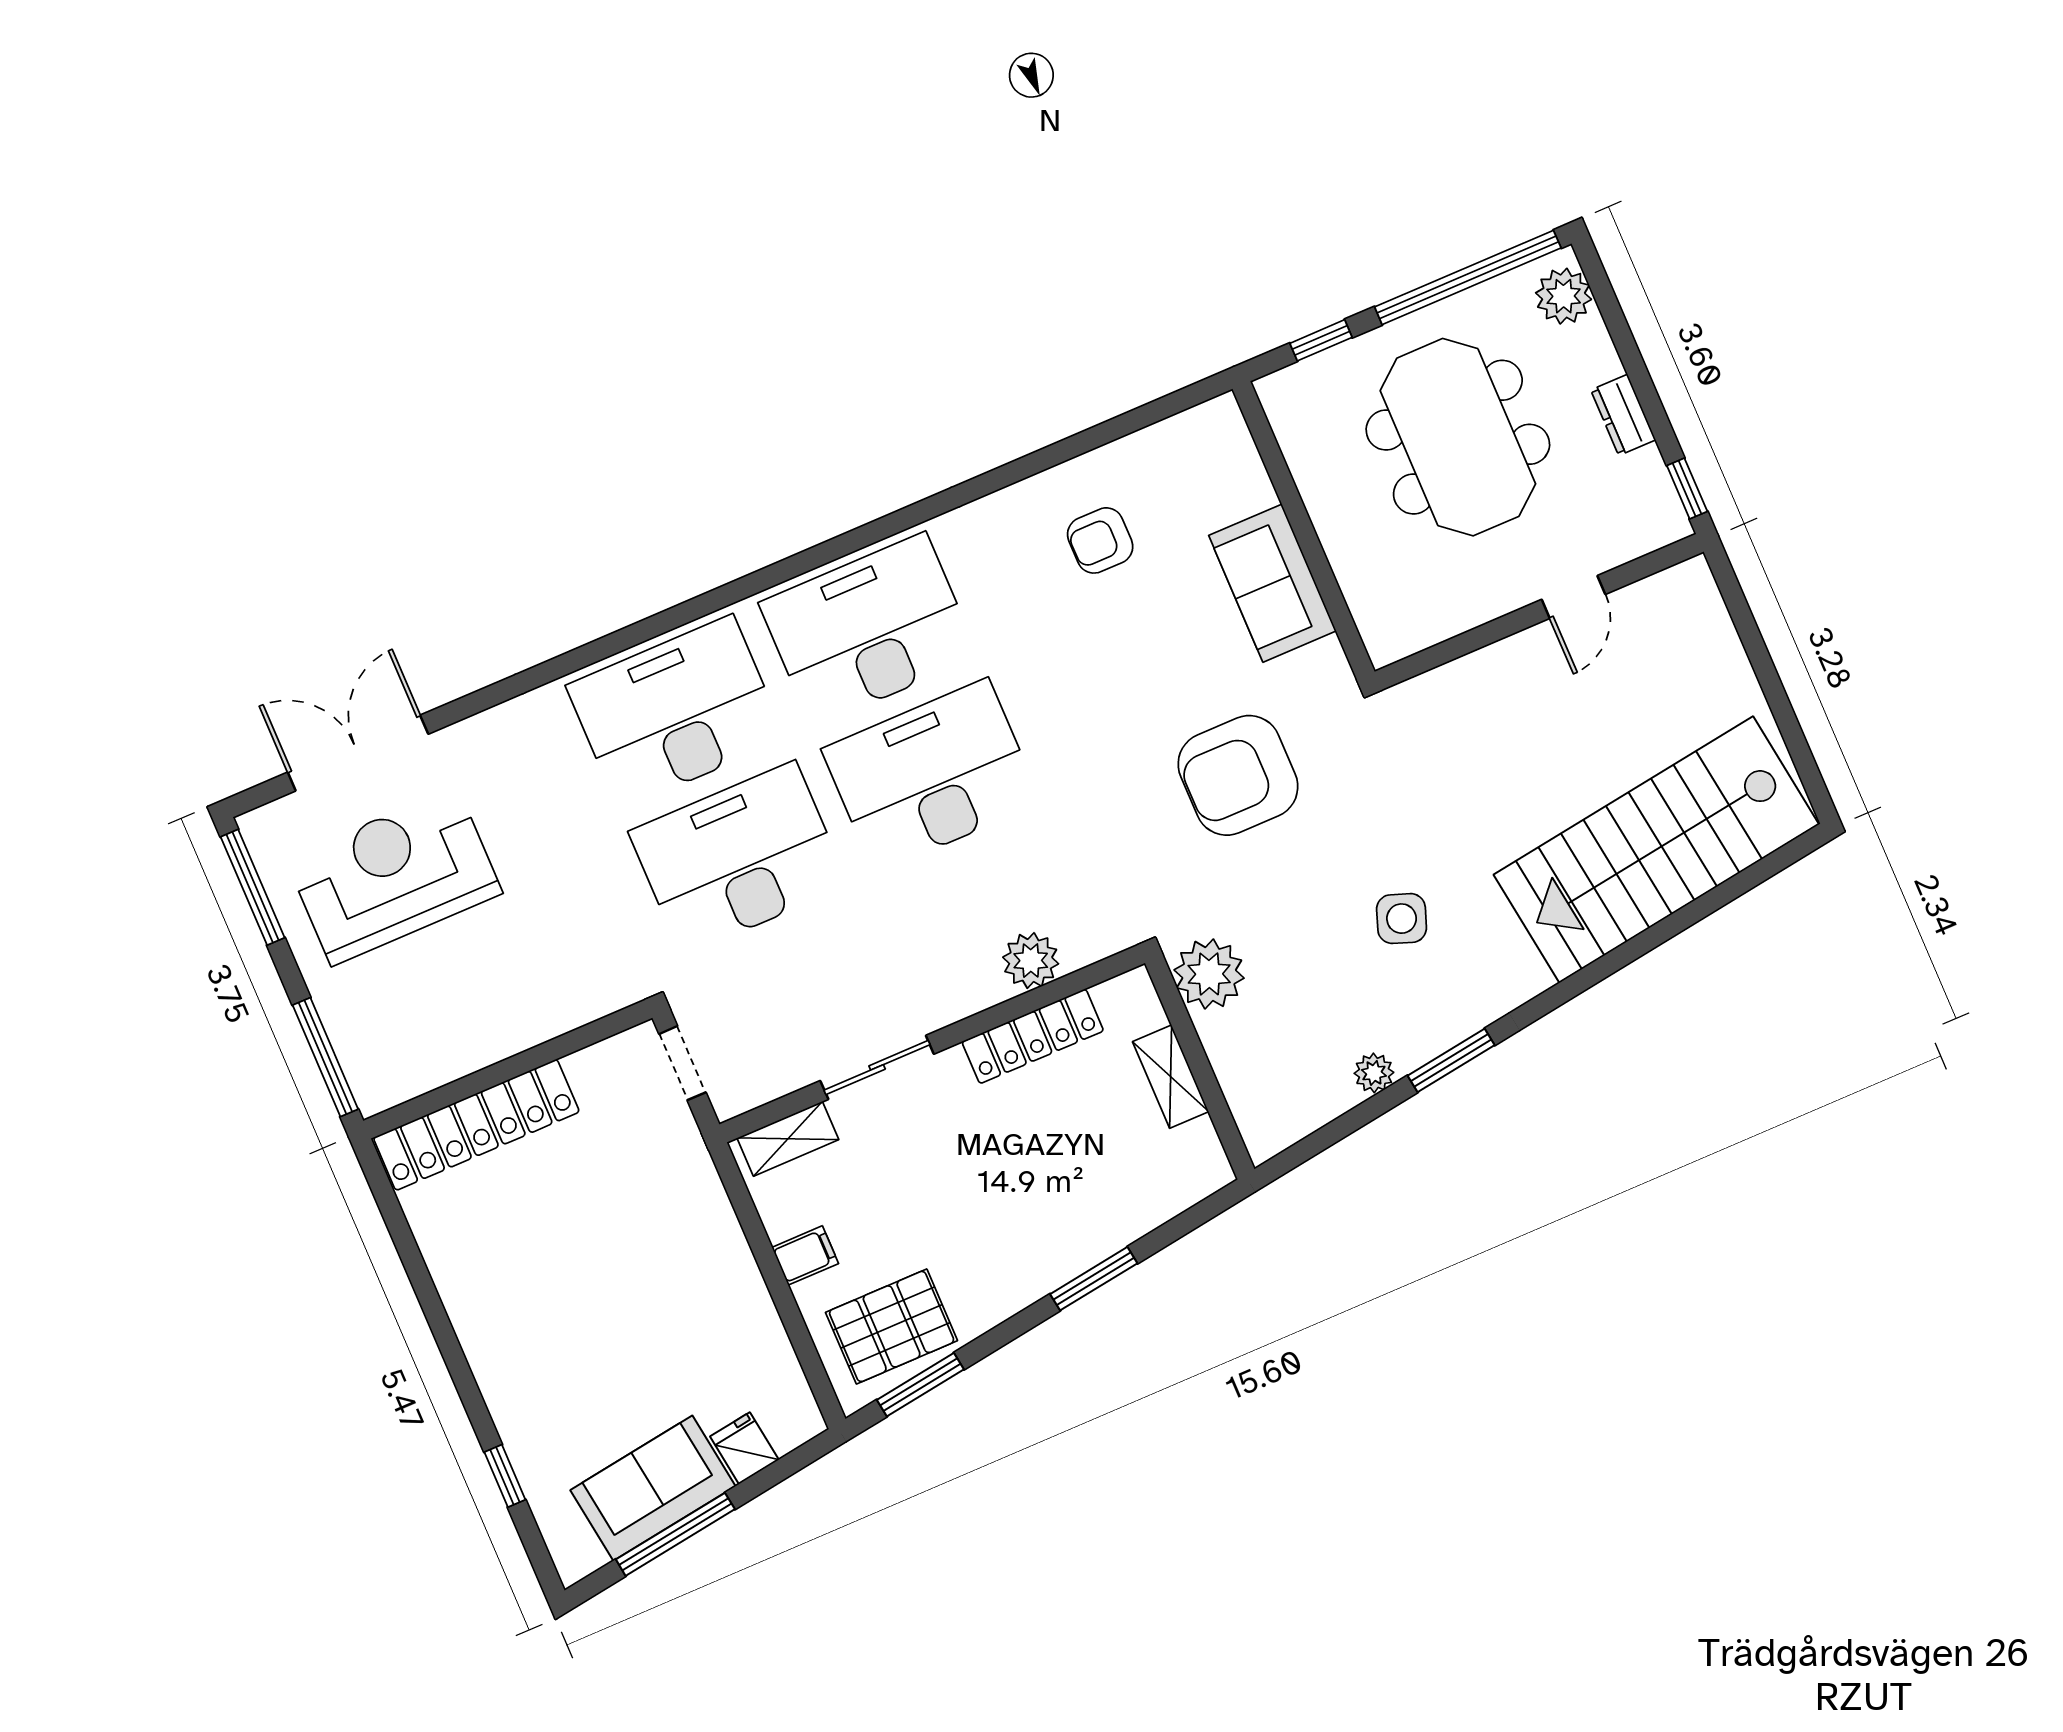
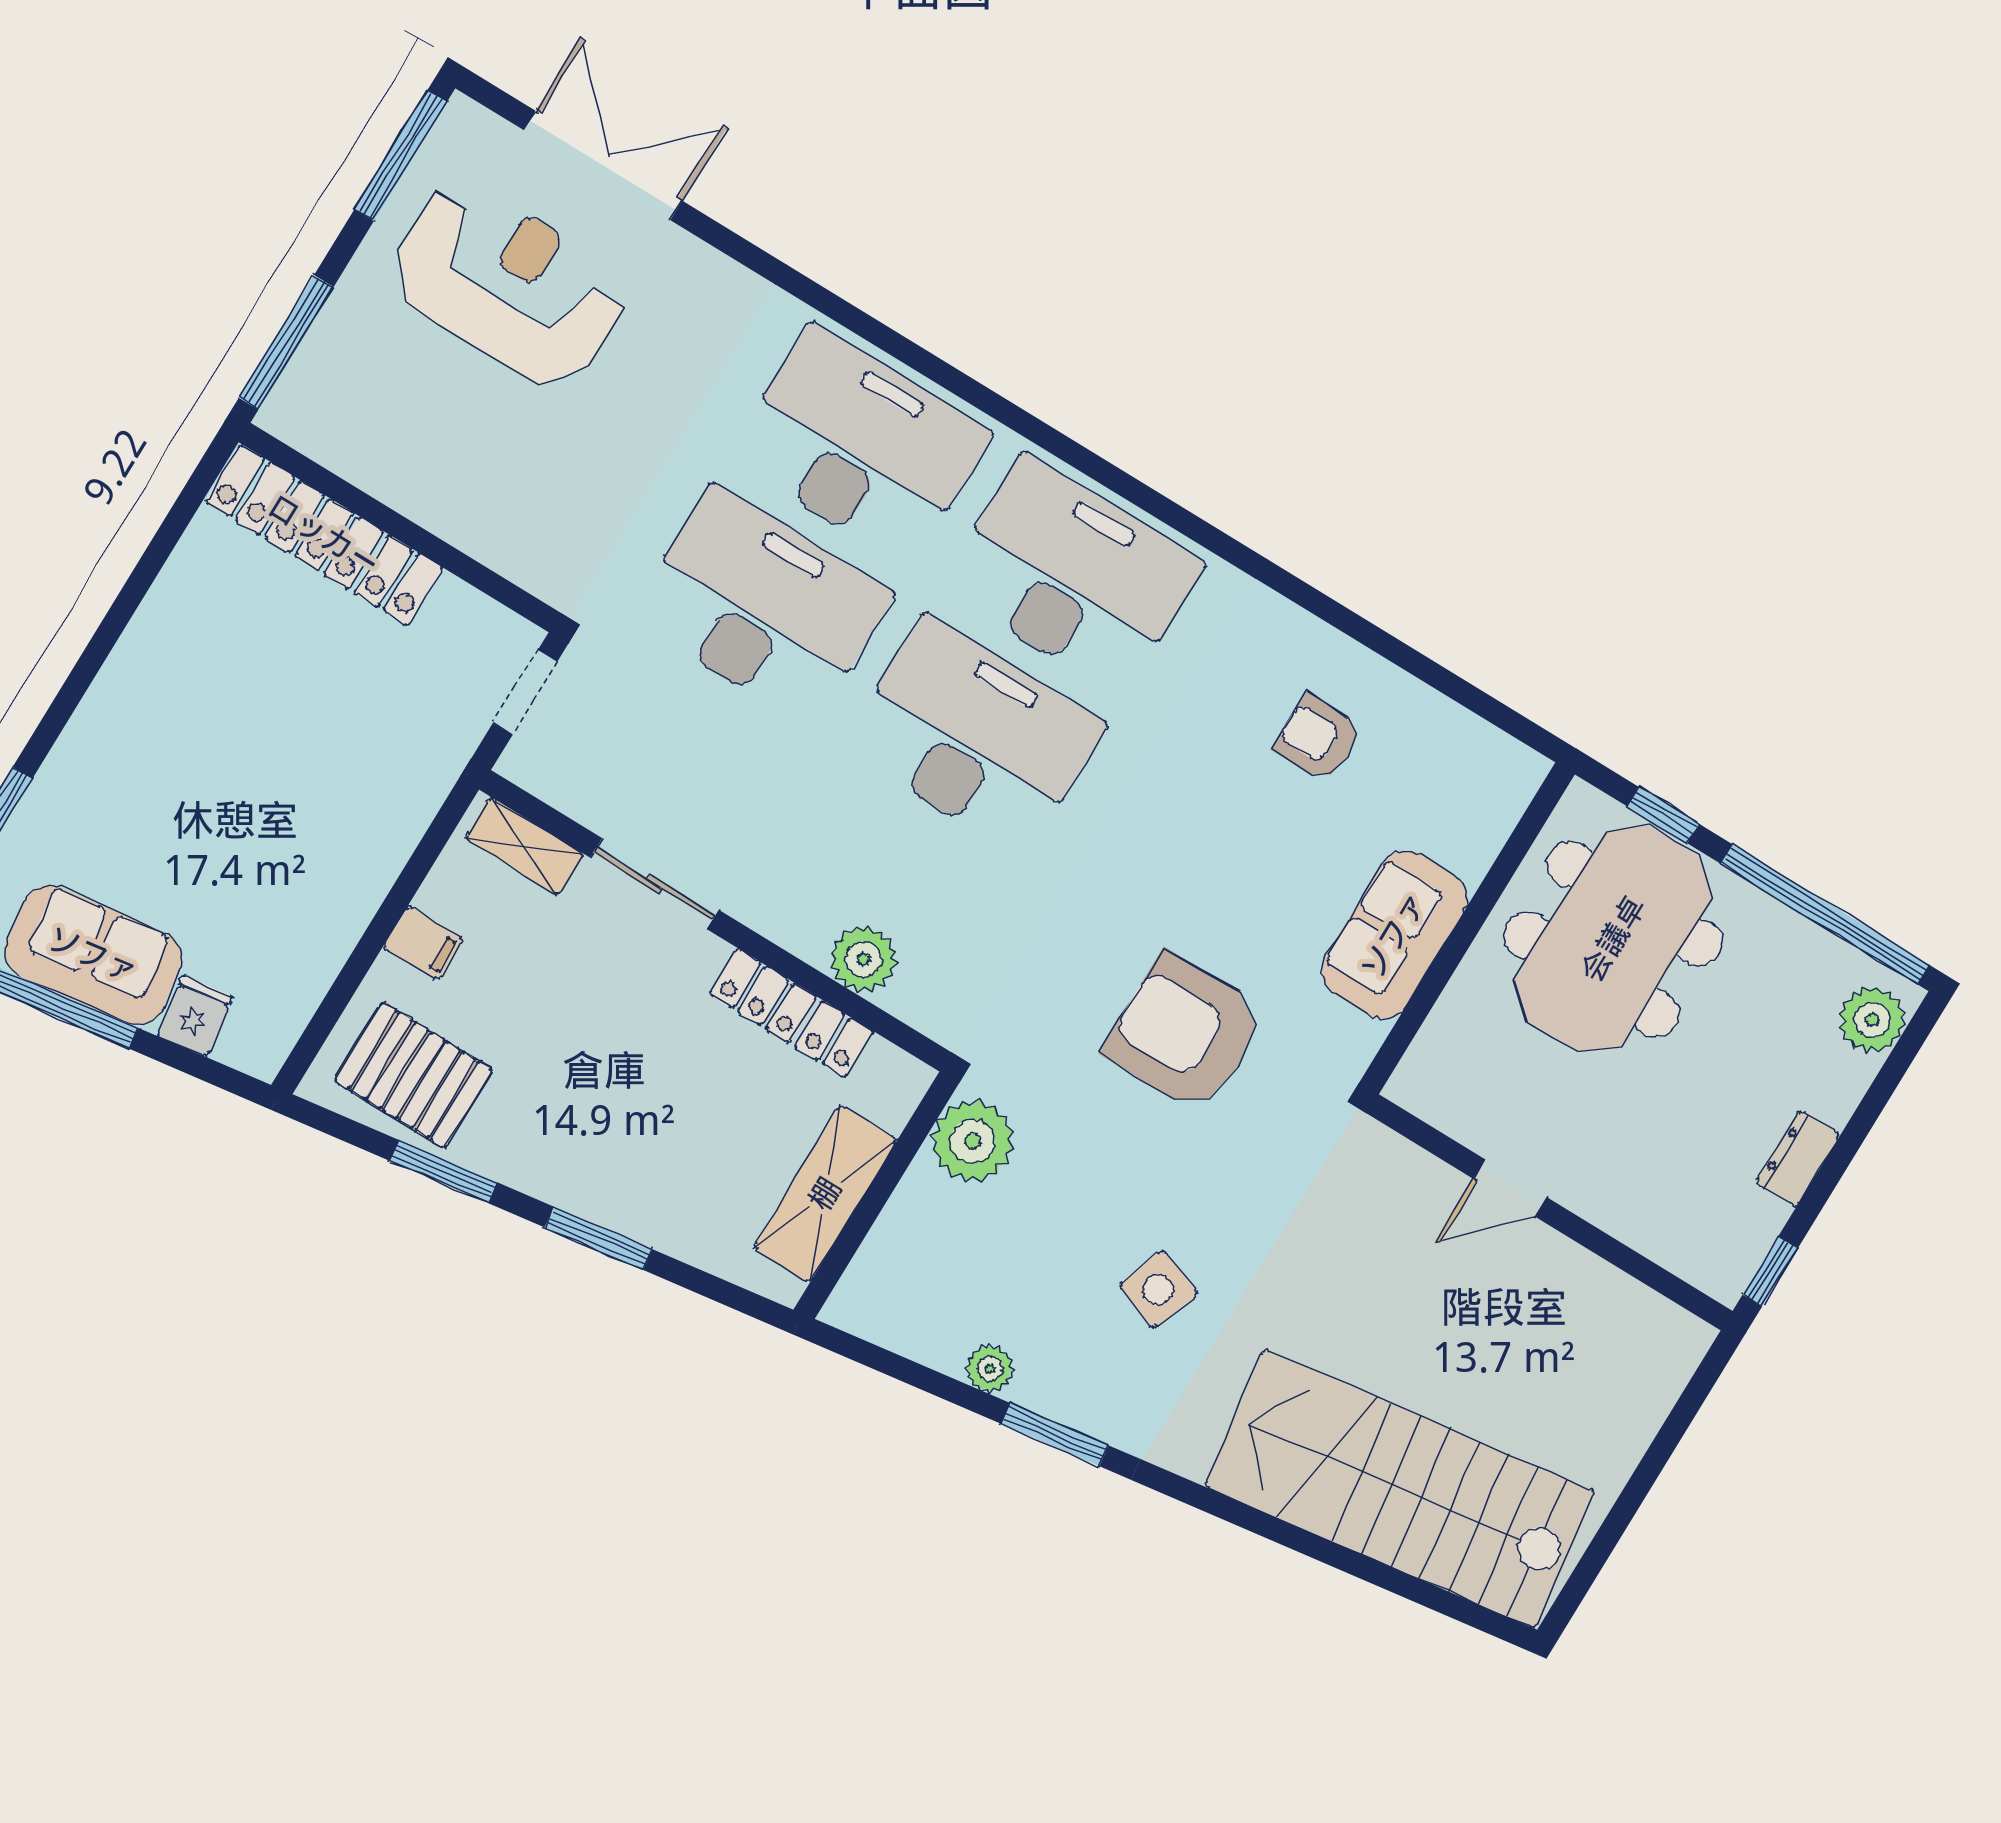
meeting table: (1458, 437) -> (1613, 939), moved
door: (1574, 597) -> (1510, 1188), moved
shelving: (1171, 1077) -> (825, 1194), width x1.50, depth x1.33
window: (920, 1385) -> (443, 1172), moved

